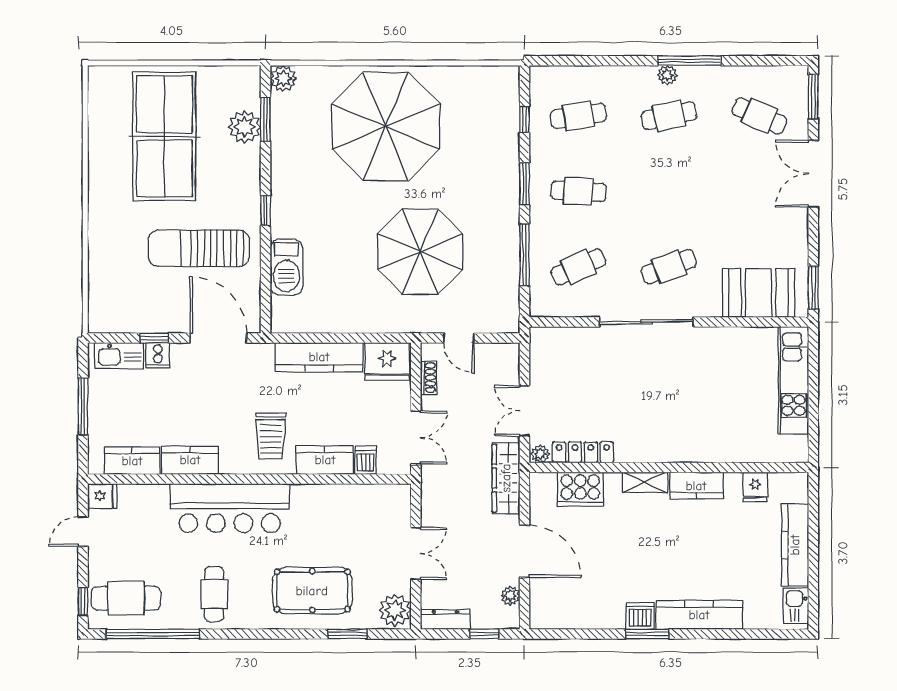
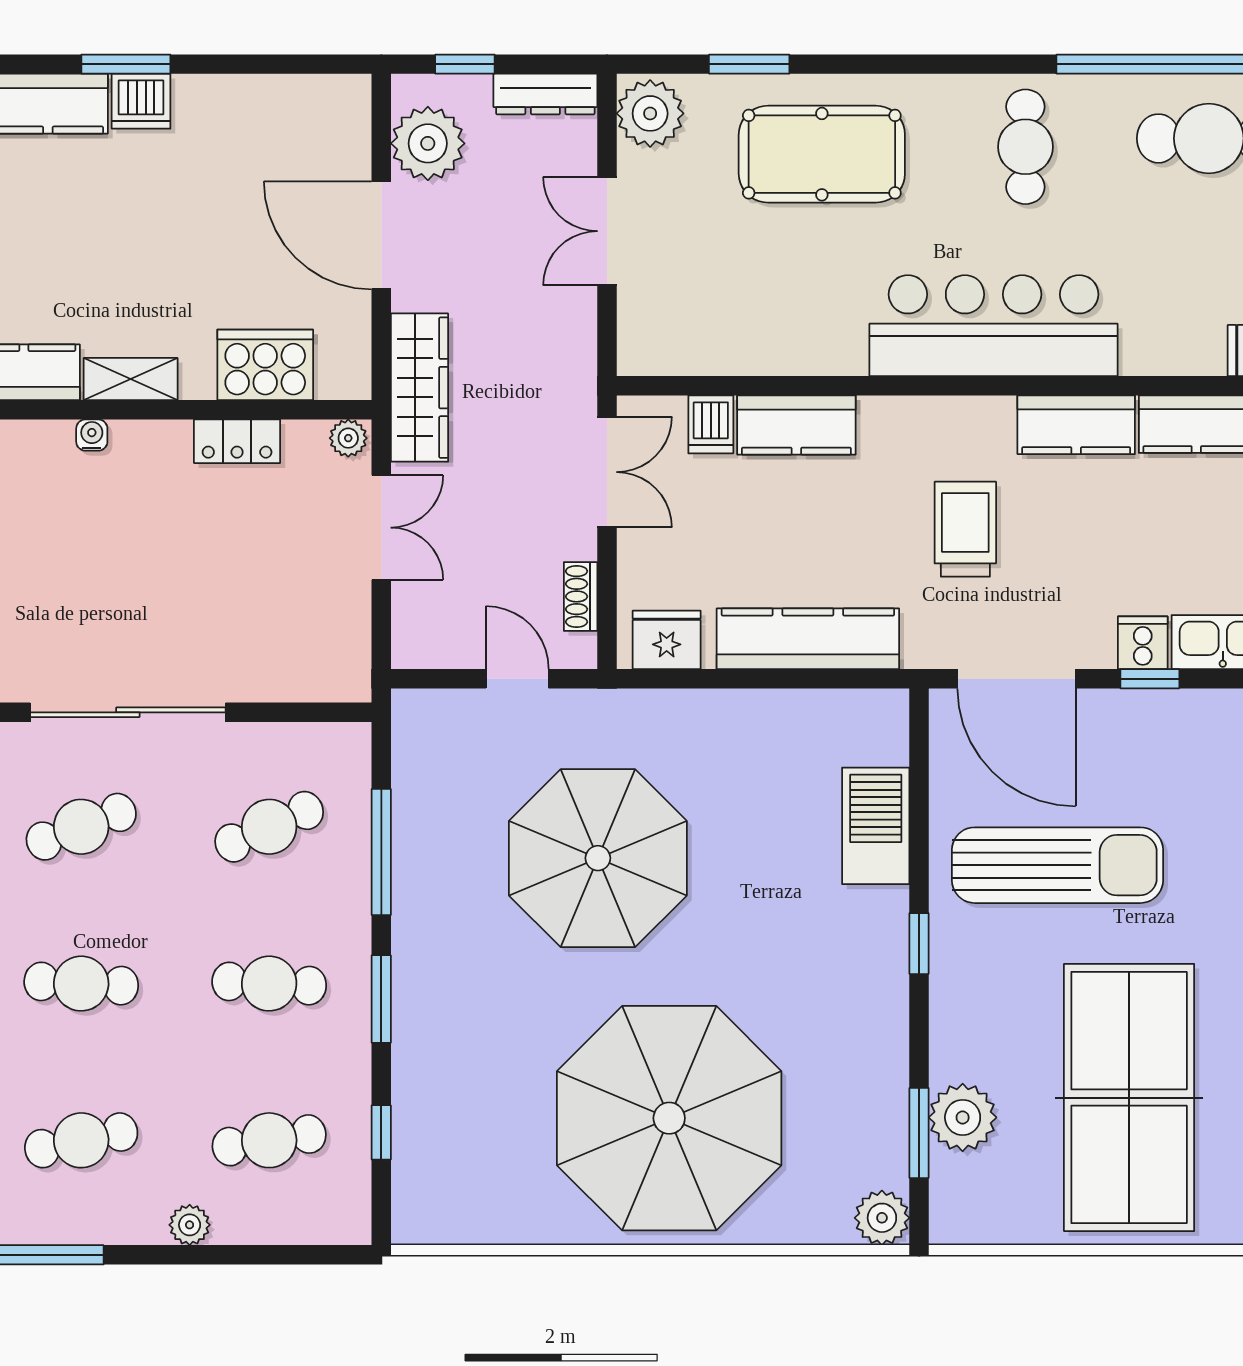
plant: (667, 75) -> (190, 1225), moved
cafe table: (669, 191) -> (81, 984), added
fridge: (387, 362) -> (667, 640), width x0.73, depth x0.75
trolley: (271, 436) -> (965, 529), moved
double door: (416, 438) -> (607, 472), swing flipped
locker: (583, 452) -> (237, 441), width x0.66
water cooler: (664, 455) -> (92, 435), added
plant: (510, 596) -> (428, 143), width x1.87, depth x1.87

